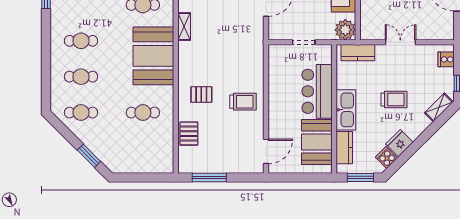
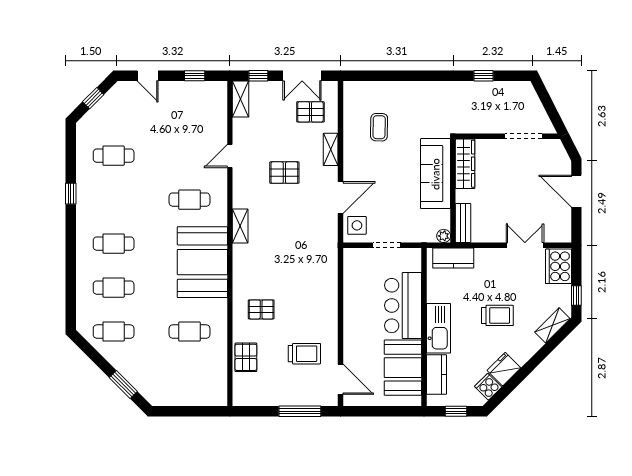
bench: (366, 24) -> (463, 223), added
side table: (279, 26) -> (357, 225), added
plant: (345, 30) -> (444, 236), width x0.53, depth x0.53
double door: (400, 42) -> (525, 245), moved
cooker: (446, 59) -> (558, 266), width x1.87, depth x1.31
trolley: (243, 102) -> (304, 354), moved
door: (266, 151) -> (341, 379), hinge flipped
window: (209, 178) -> (300, 411), moved
window: (360, 178) -> (456, 411), width x0.67

